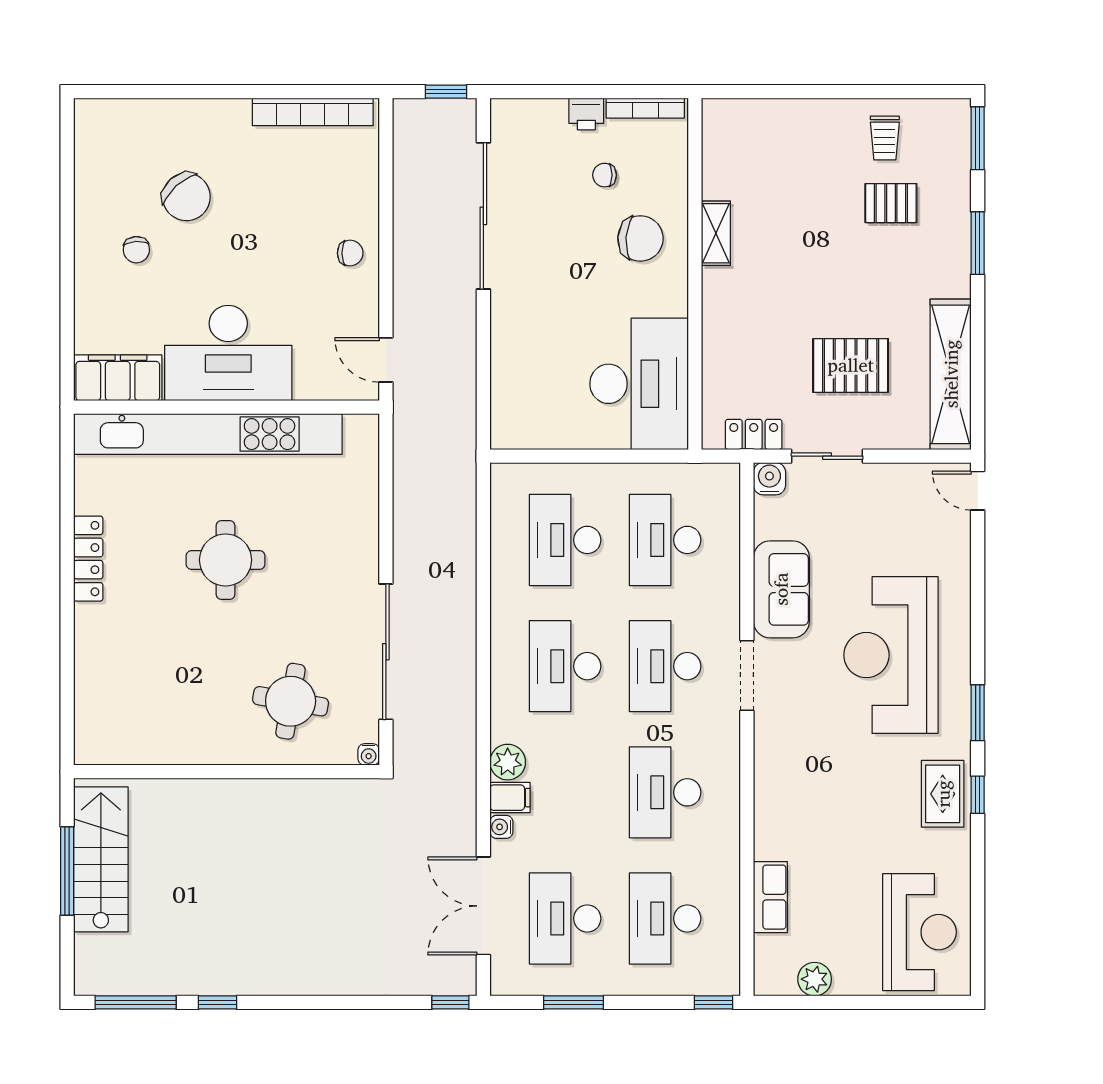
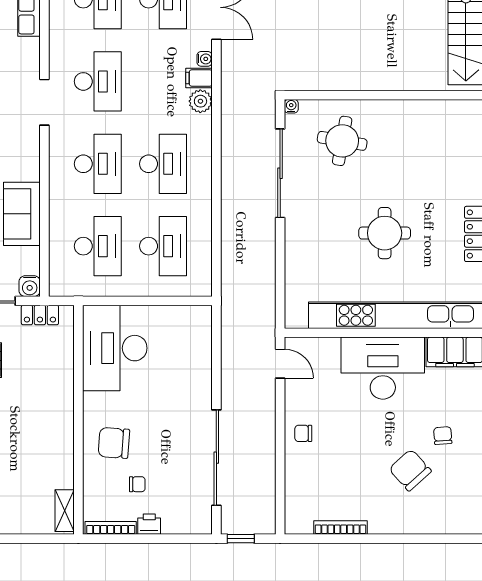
bookcase: (313, 112) -> (340, 528), width x0.68, depth x0.76
shelving: (716, 233) -> (65, 511), moved
doorway: (747, 675) -> (44, 102), moved

